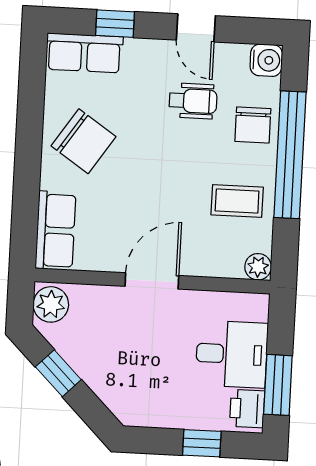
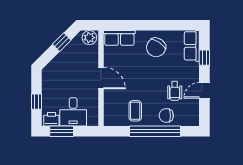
water cooler: (266, 60) -> (193, 120), removed
plant: (258, 267) -> (109, 121), removed

